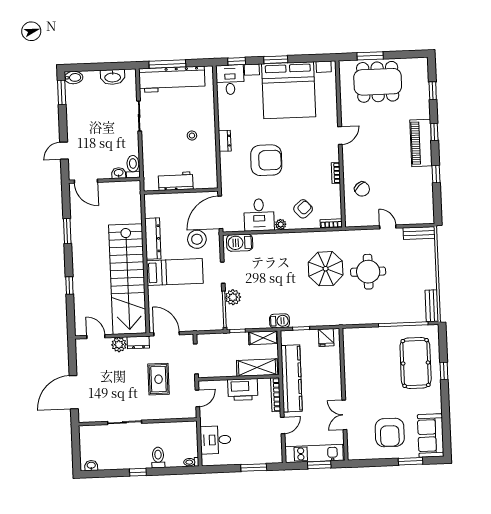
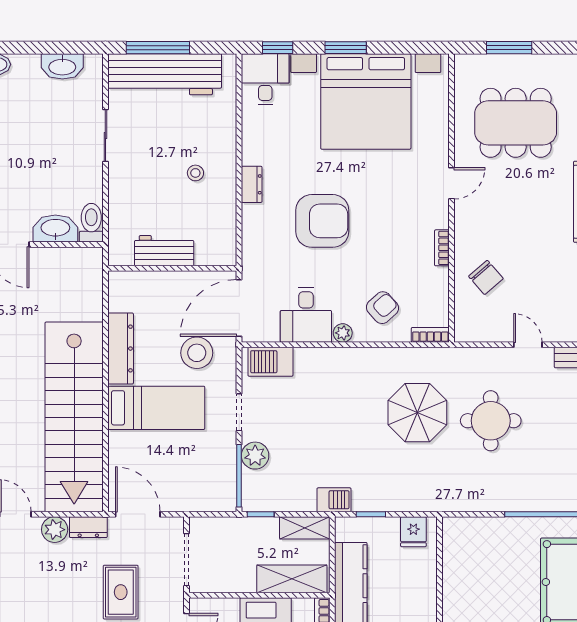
dining table: (378, 82) -> (516, 123), moved
washbasin: (119, 173) -> (55, 229), width x1.91, depth x1.45

